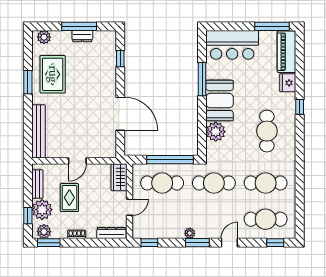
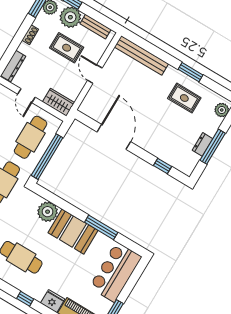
rug: (53, 74) -> (184, 98), width x0.73, depth x0.70
door: (120, 114) -> (114, 137), swing flipped

